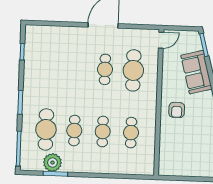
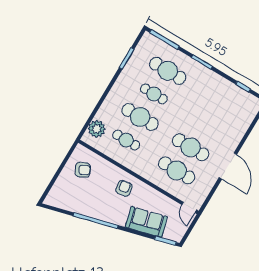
cafe table: (105, 69) -> (191, 147), width x1.37, depth x1.35
armchair: (177, 110) -> (124, 188), turned 81
cafe table: (103, 132) -> (140, 117), width x1.37, depth x1.35
armchair: (181, 158) -> (83, 170), added
plant: (52, 163) -> (97, 129), moved

